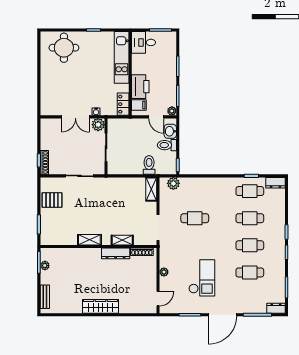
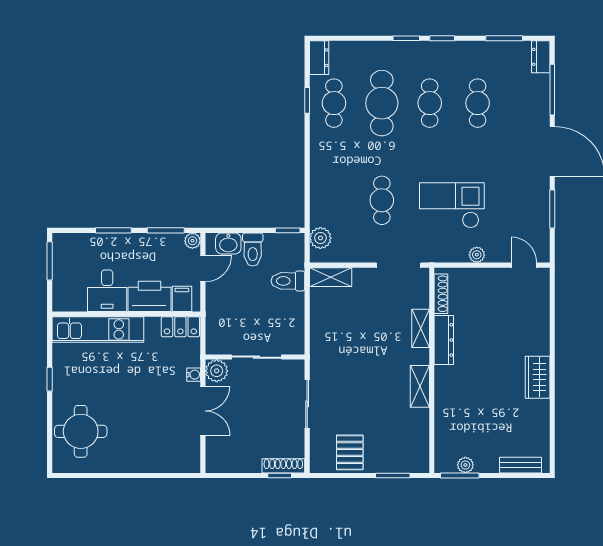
desk: (144, 42) -> (107, 291), moved
cafe table: (250, 218) -> (382, 103), width x1.37, depth x1.35
checkout: (202, 278) -> (452, 205), moved
wardrobe: (101, 306) -> (538, 377), width x0.67

